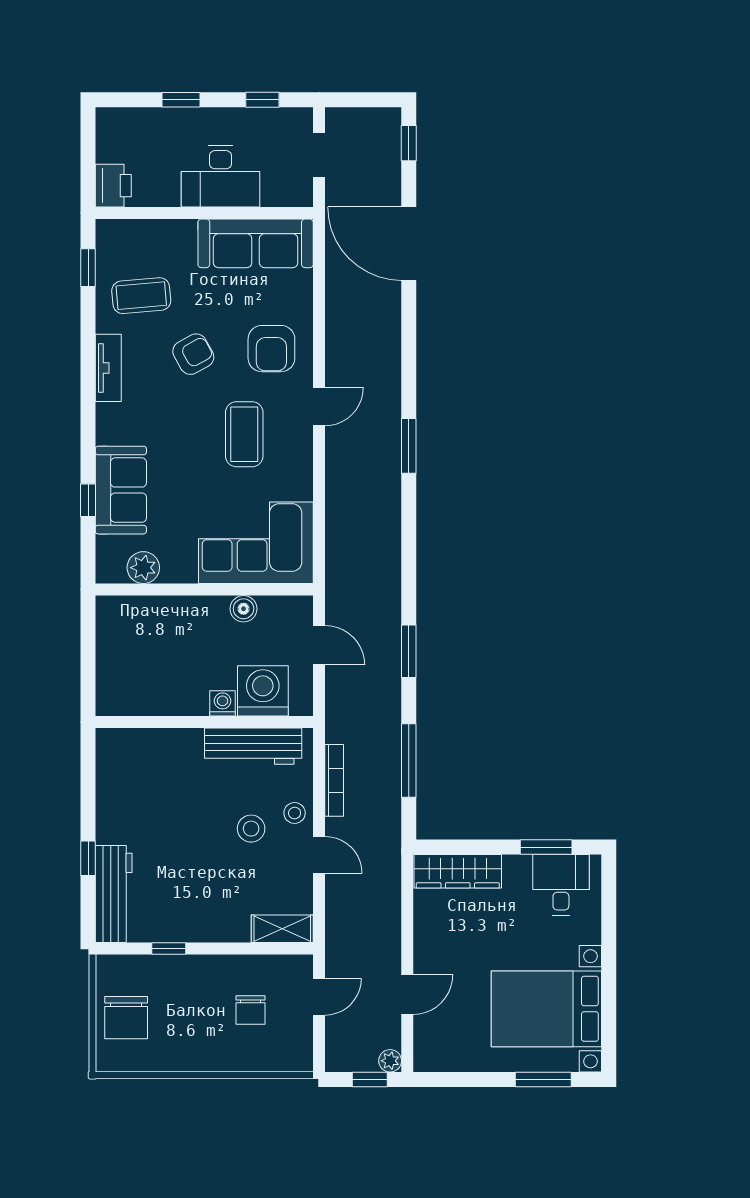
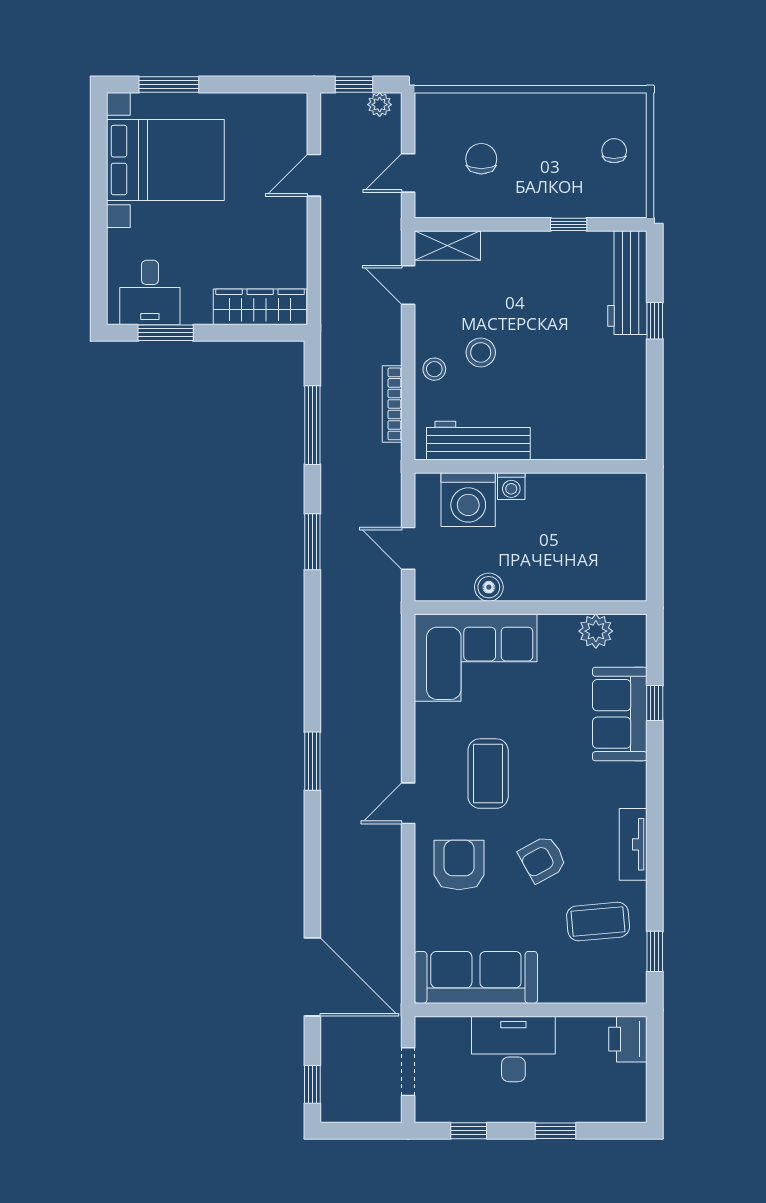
door: (319, 855) -> (408, 285), moved
chair: (126, 1018) -> (614, 151), width x0.54, depth x0.54
plant: (390, 1061) -> (380, 105), moved

